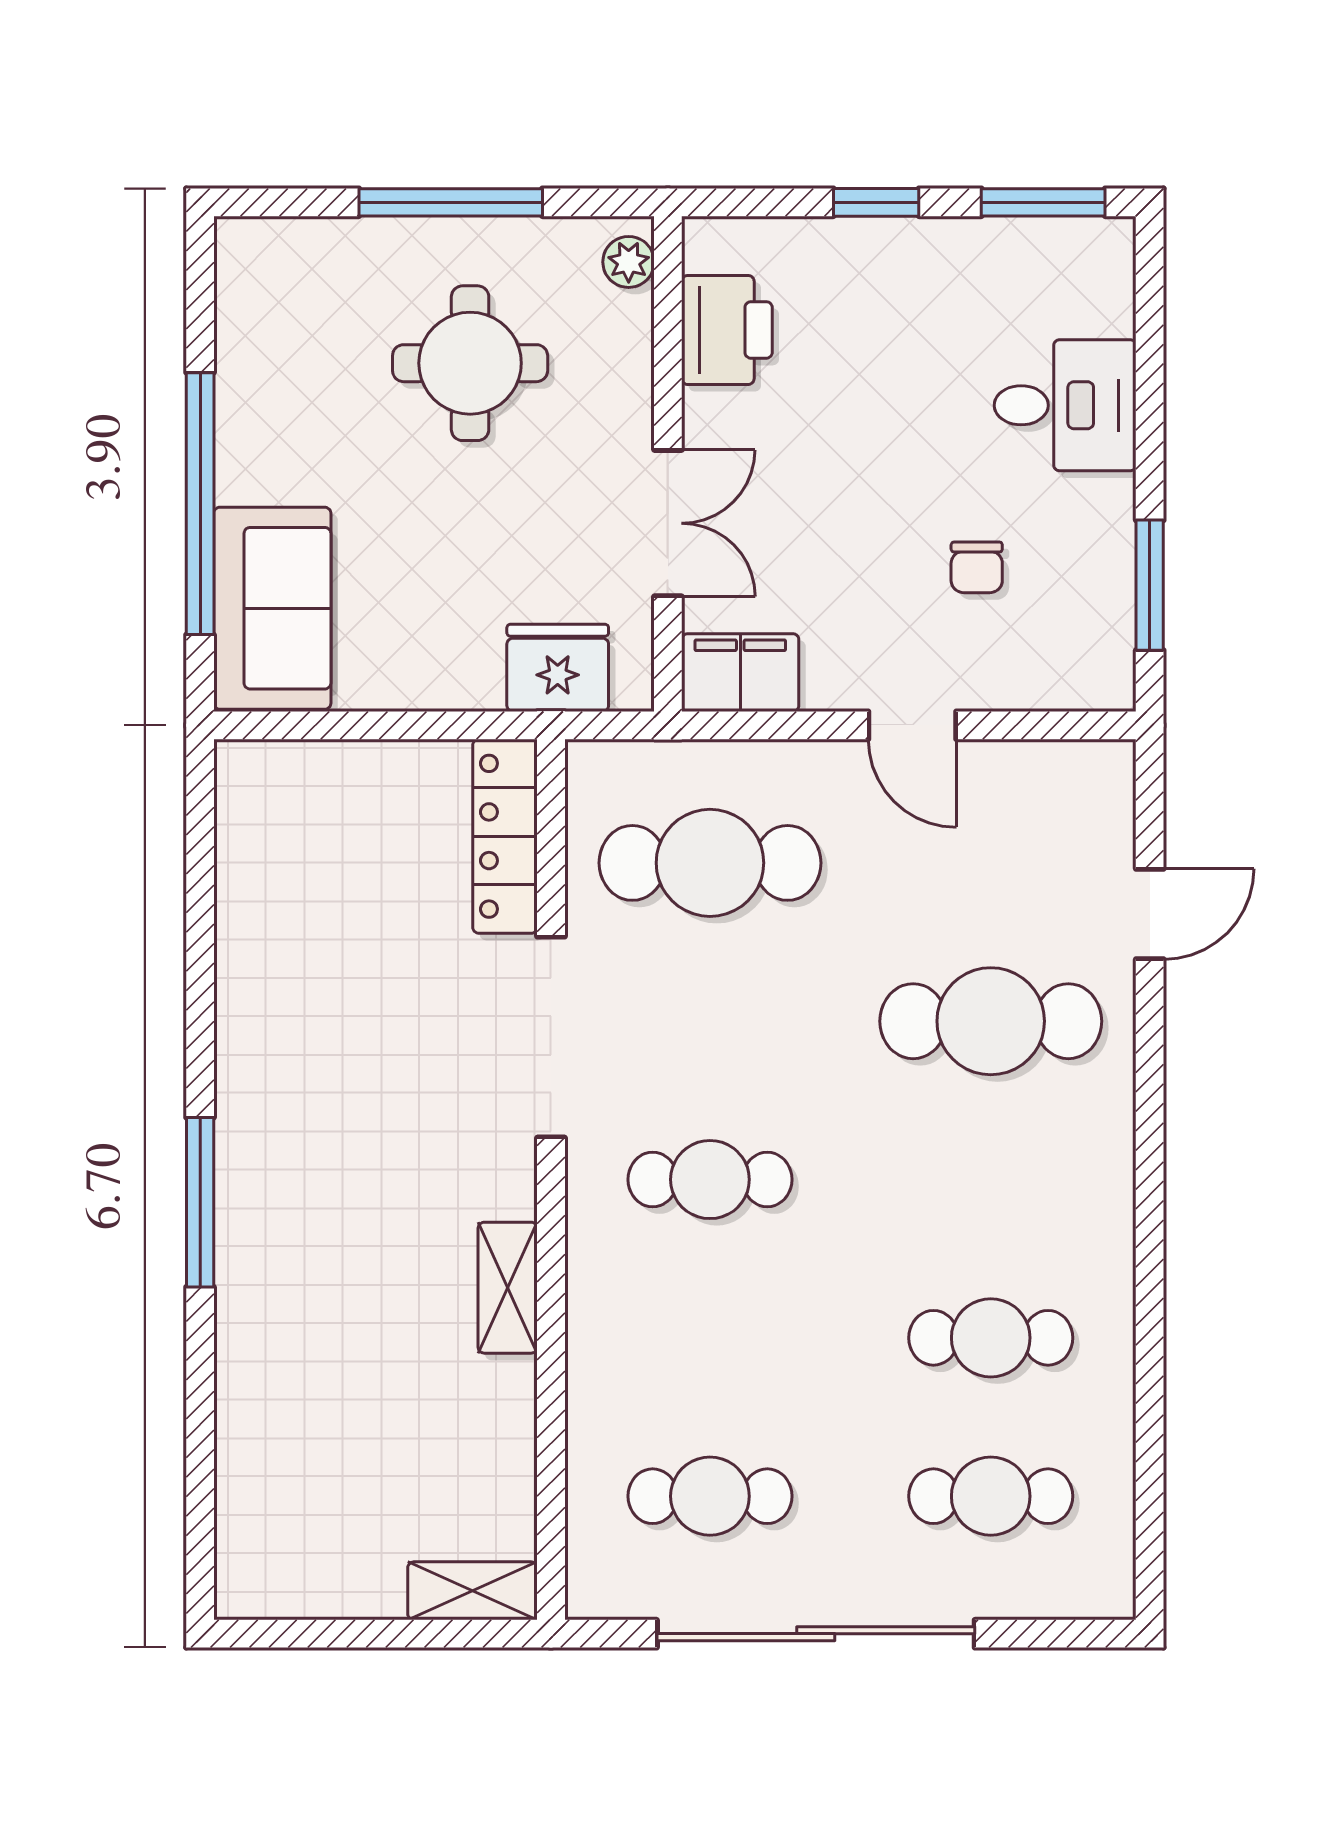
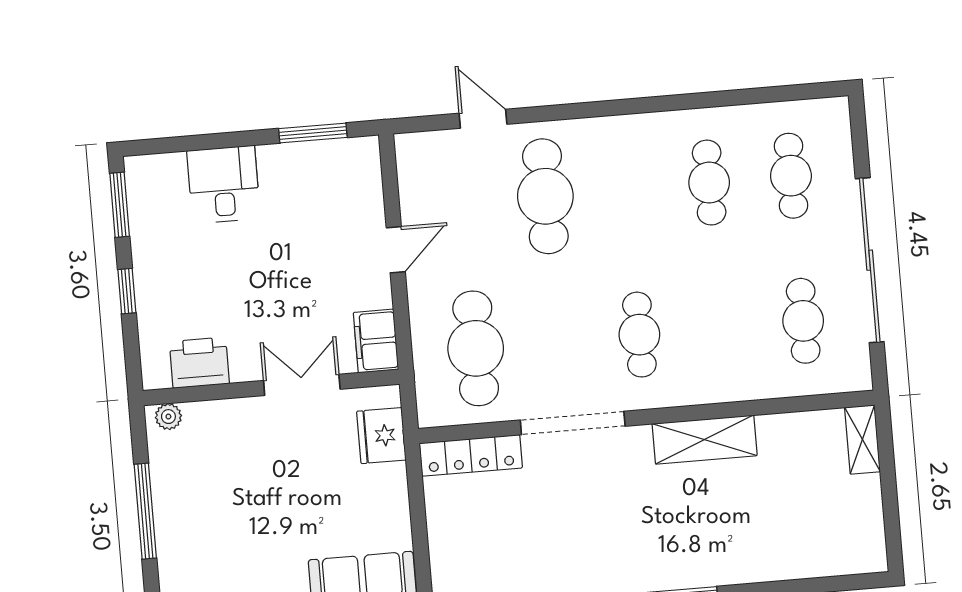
round table: (470, 363) -> (228, 494), removed
chair: (977, 567) -> (311, 223), removed
shelving: (508, 1288) -> (705, 440), width x1.50, depth x1.33

